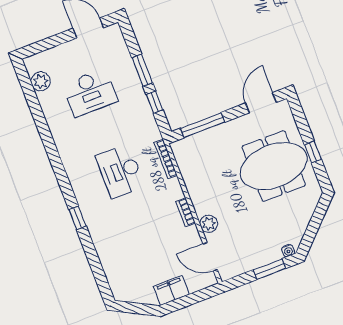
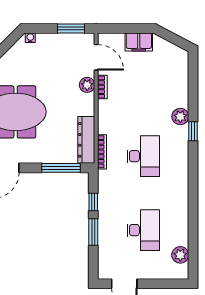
desk: (90, 93) -> (143, 230), turned 90
dresser: (187, 165) -> (86, 140), added
bookcase: (186, 212) -> (102, 87), moved
plant: (97, 228) -> (180, 117), added
window: (270, 269) -> (71, 29), moved

